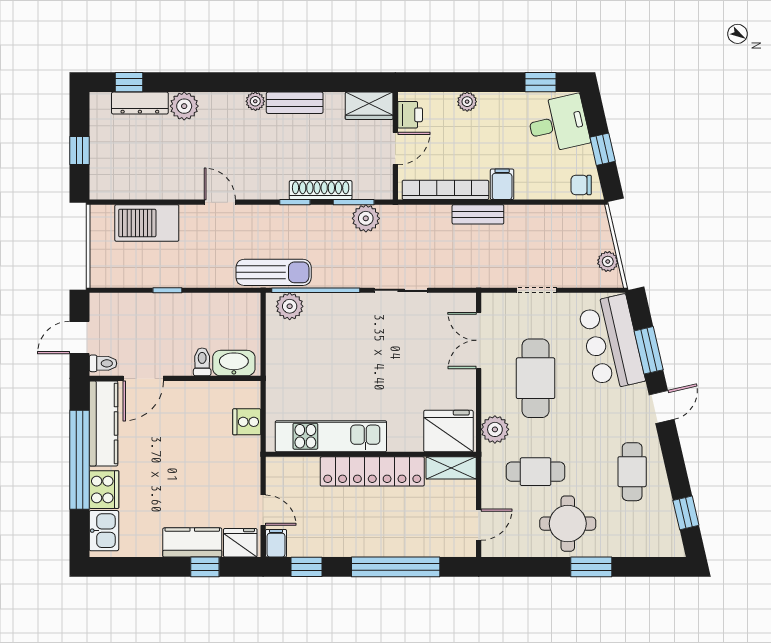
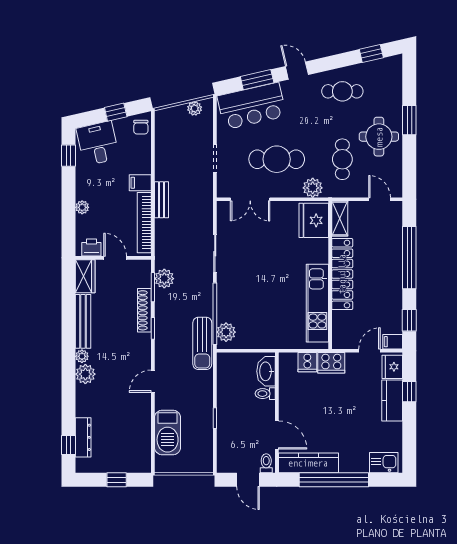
bench: (295, 103) -> (83, 321), width x1.36
plant: (184, 106) -> (85, 374), moved
sun lounger: (274, 272) -> (202, 343), turned 180
cooker: (104, 490) -> (331, 363), moved, turned 180

